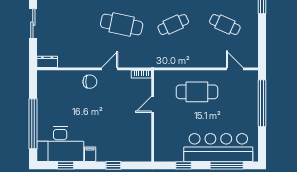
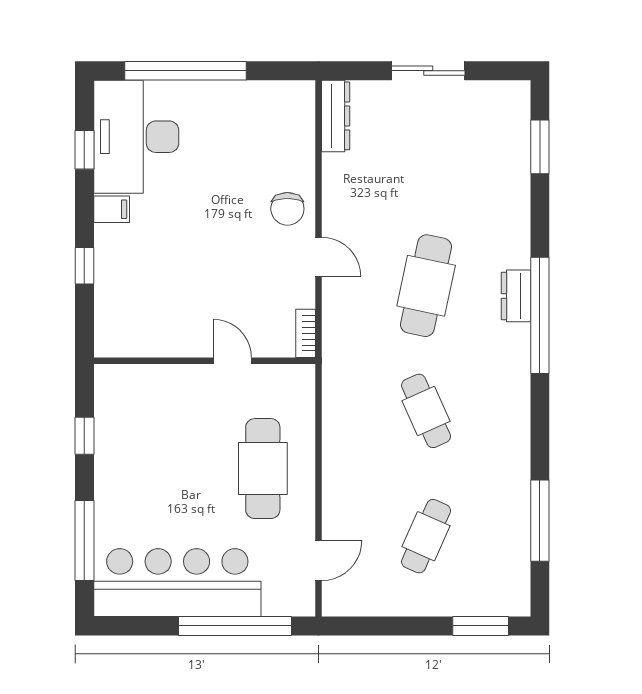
dresser: (47, 62) -> (336, 116), width x1.44
bar counter: (218, 147) -> (177, 583), moved, turned -90

